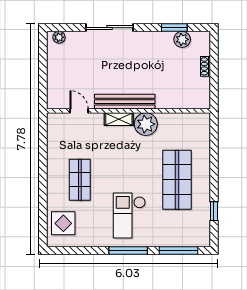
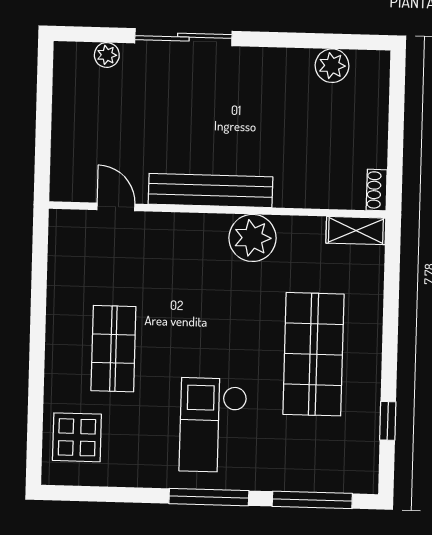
window: (174, 28) -> (317, 41), removed
plant: (59, 37) -> (107, 55), moved
shoe rack: (205, 66) -> (377, 190), moved
shelving: (119, 119) -> (356, 231), moved

